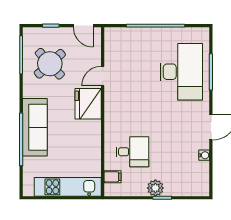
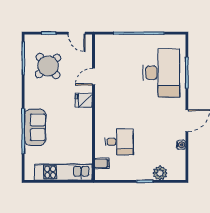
fridge: (88, 104) -> (84, 100), width x0.53, depth x0.75
sofa: (35, 127) -> (35, 127), width x0.73
plant: (155, 188) -> (160, 173), moved

